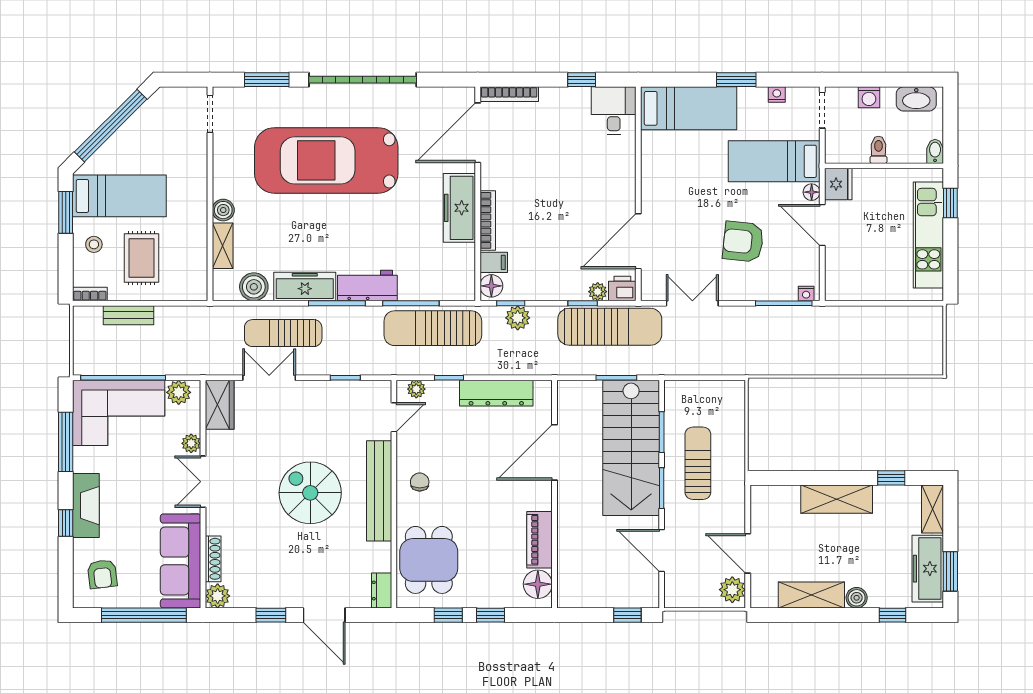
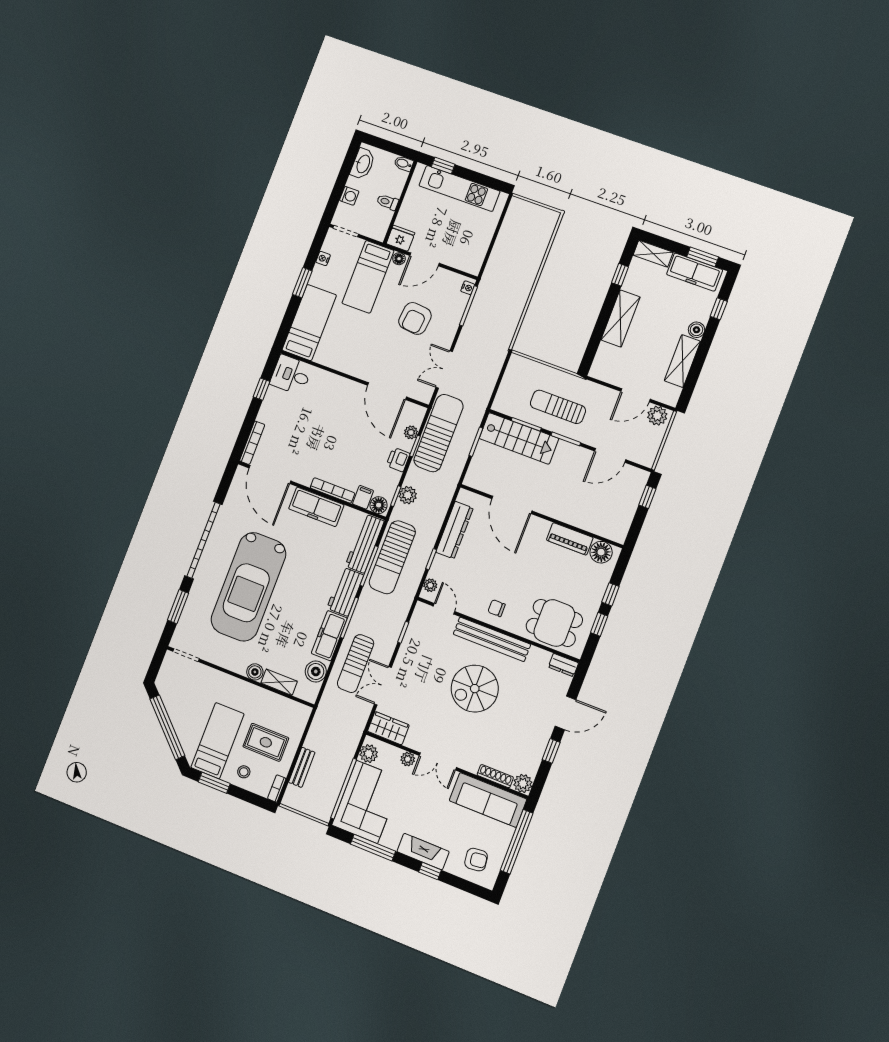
workbench: (437, 287) -> (365, 544), added
printer: (622, 289) -> (398, 460), moved
stairs: (631, 448) -> (519, 438), width x0.73, depth x0.66

